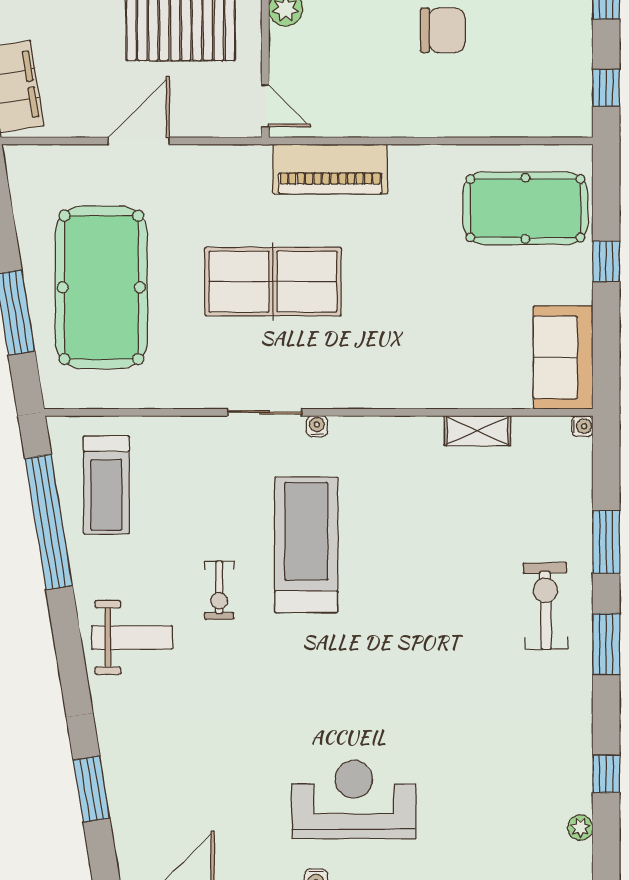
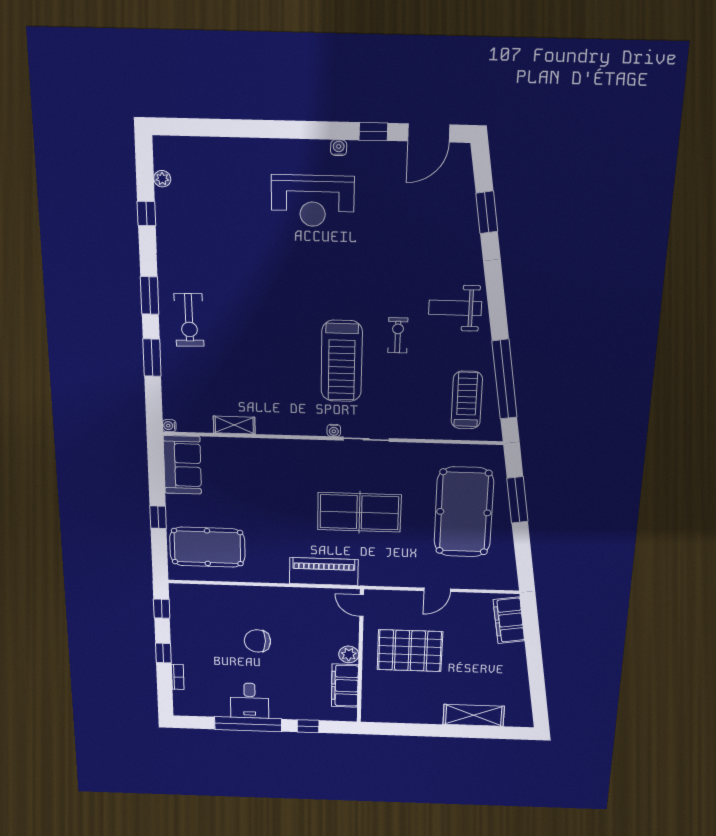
door: (139, 141) -> (437, 590), width x0.73

